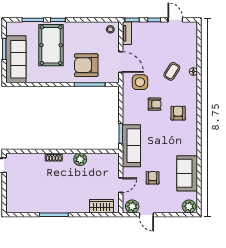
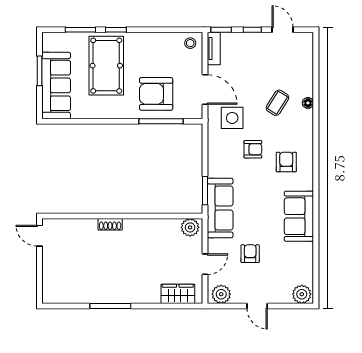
plant: (80, 159) -> (190, 227), moved
sofa: (187, 173) -> (299, 216), moved
door: (146, 215) -> (257, 306), moved

